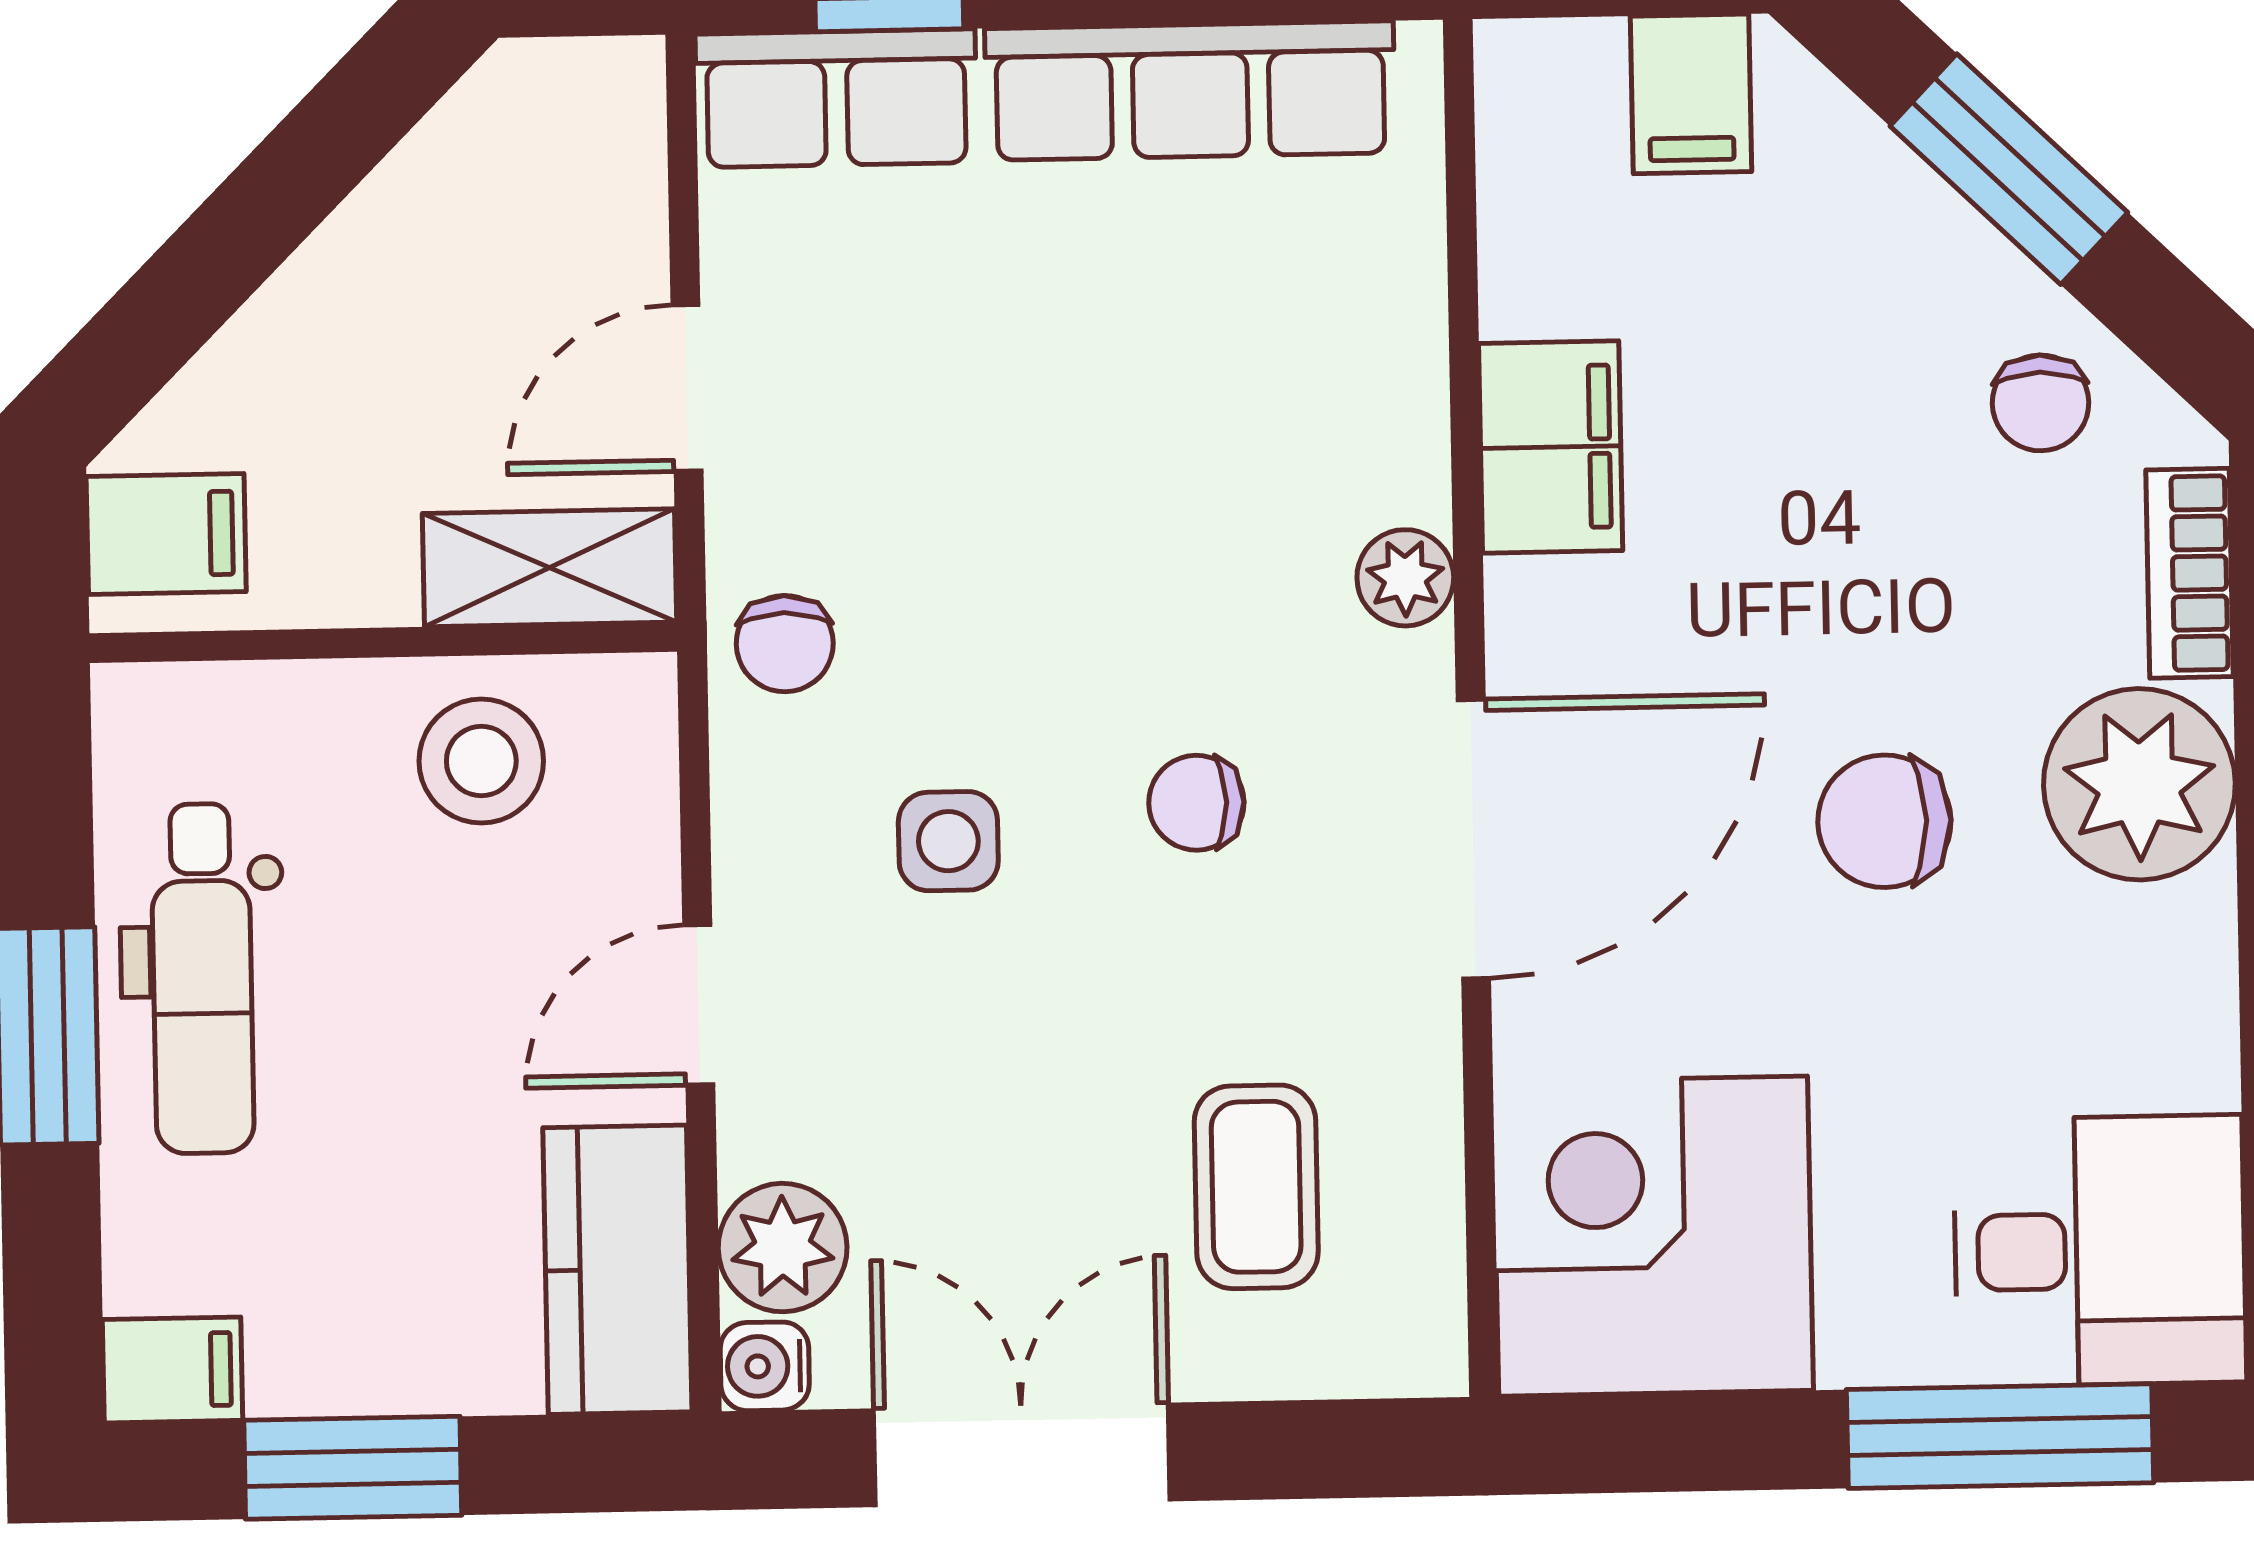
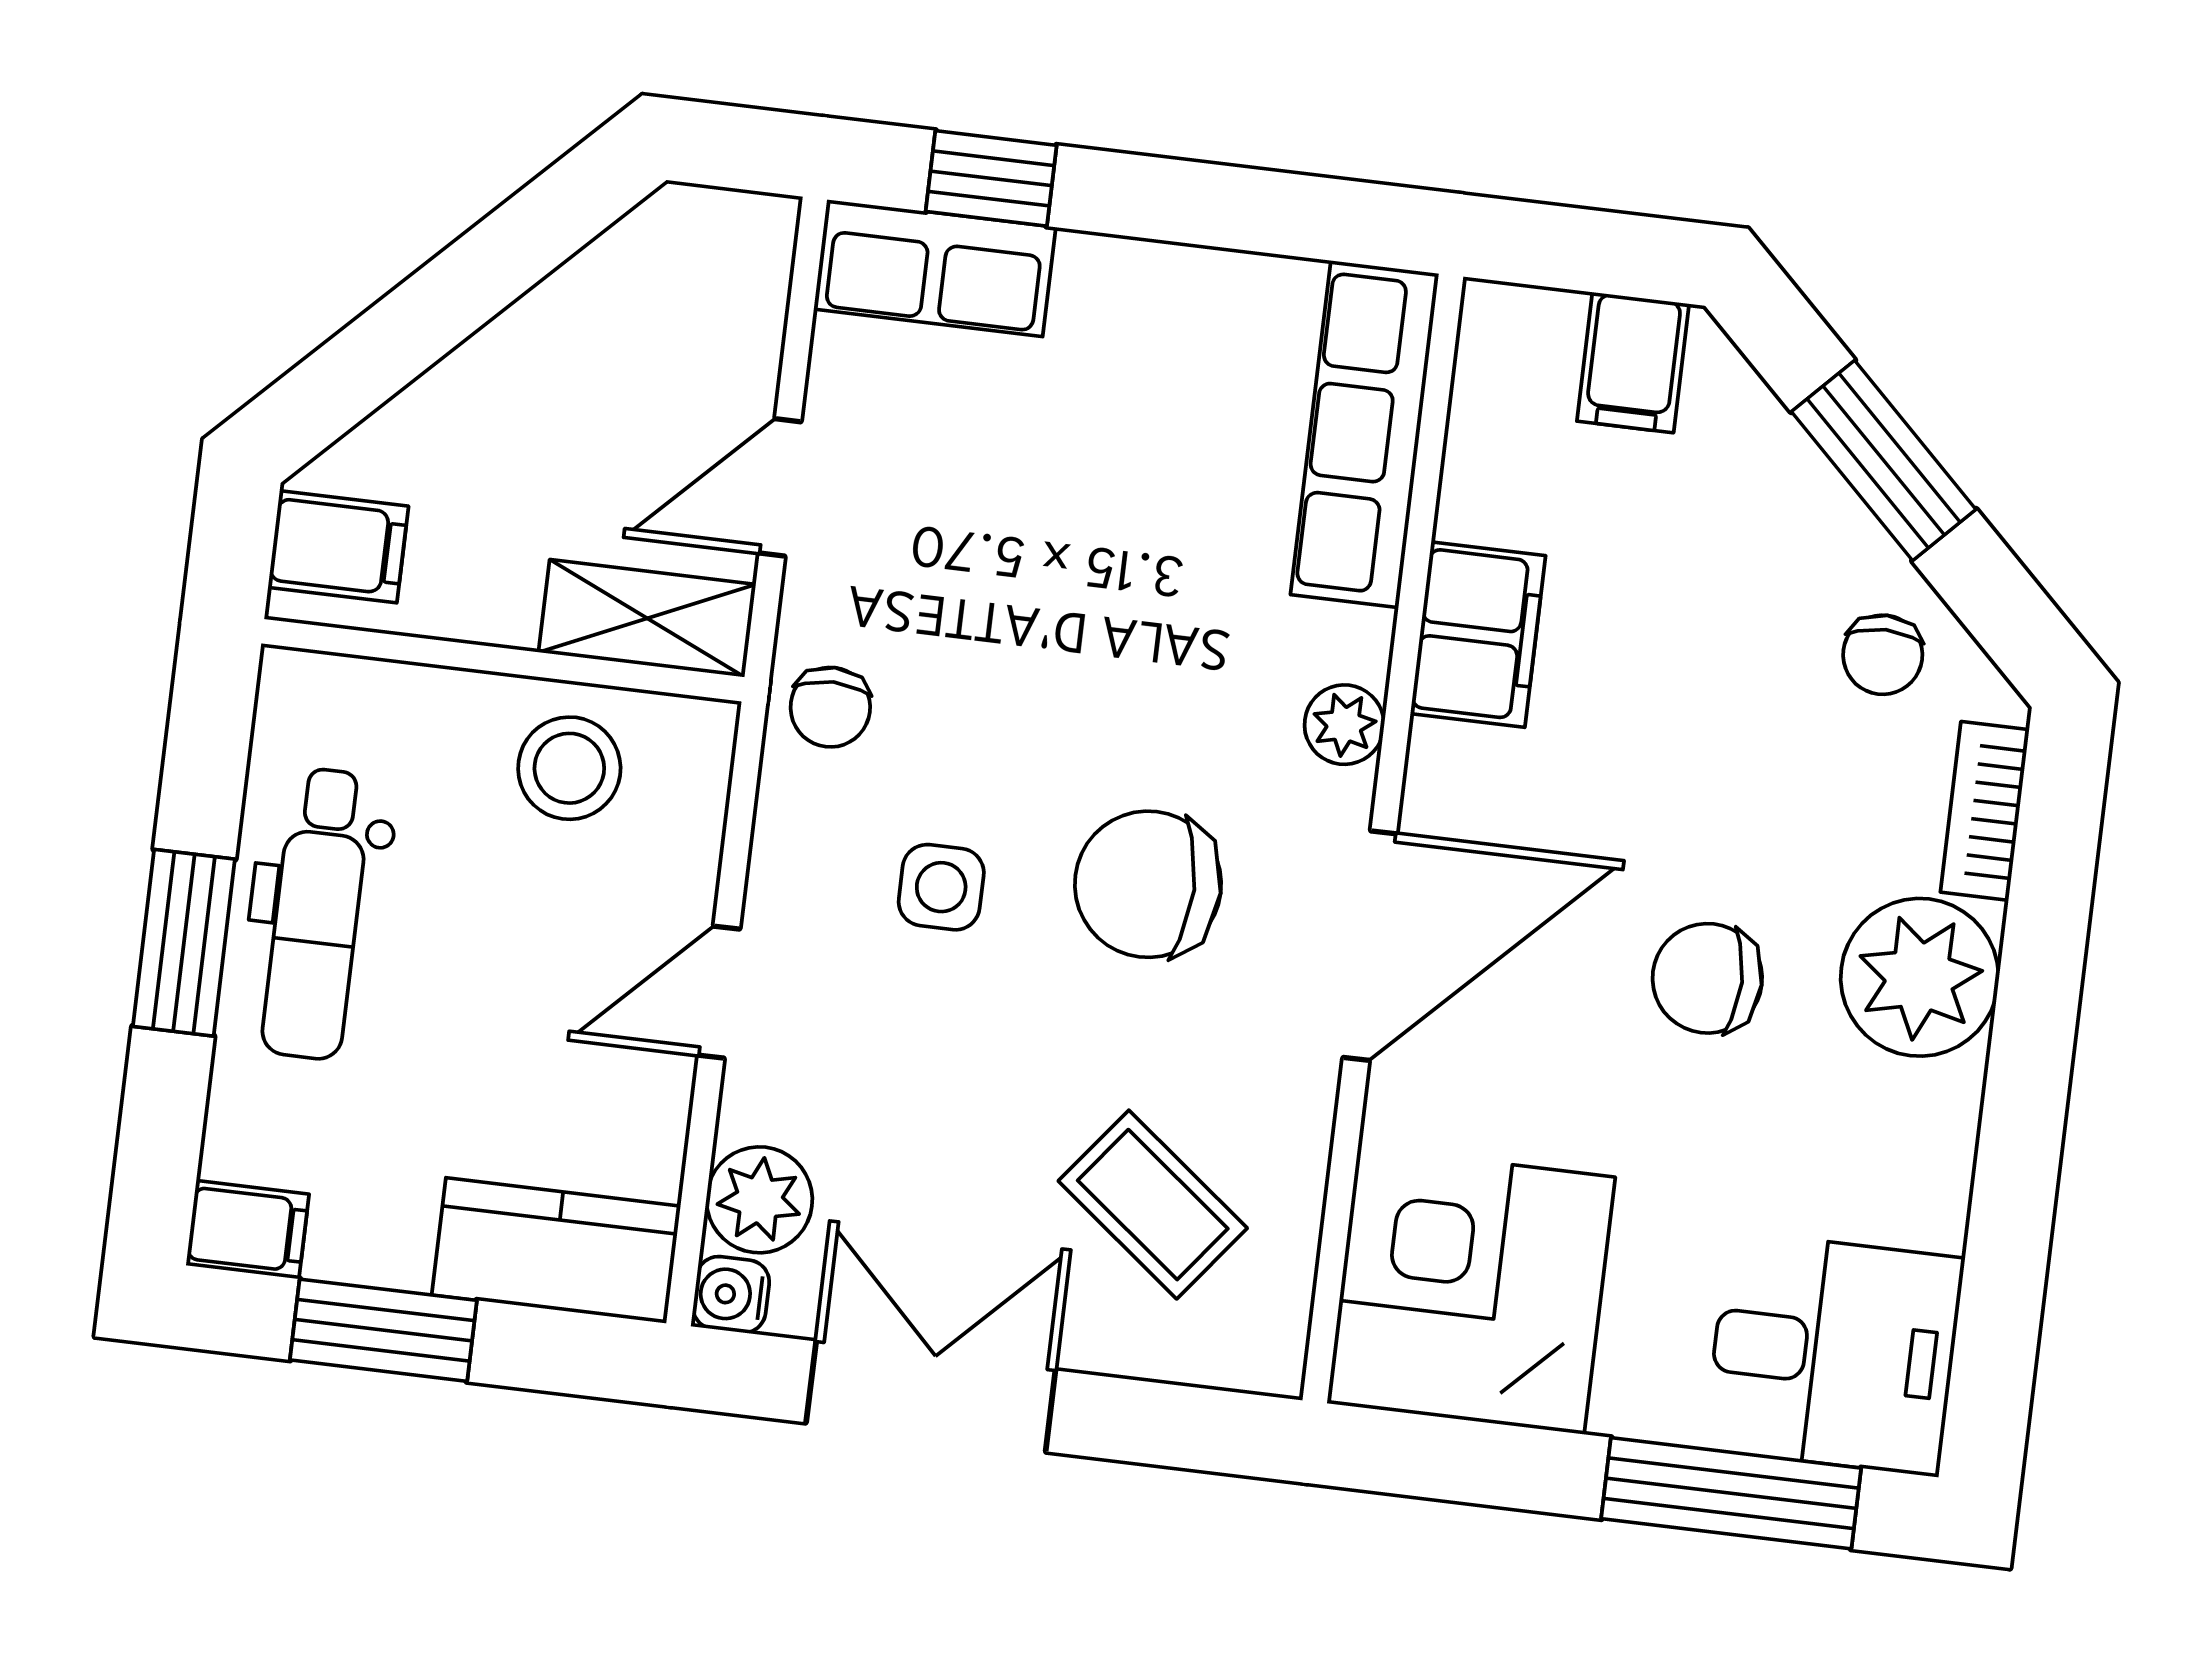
row of seats: (1190, 91) -> (1365, 434), moved, turned 90
chair: (1196, 803) -> (1148, 884), width x1.87, depth x1.87
coffee table: (1256, 1187) -> (1153, 1205), turned -52
kitchen counter: (617, 1270) -> (556, 1251), moved, turned 90

